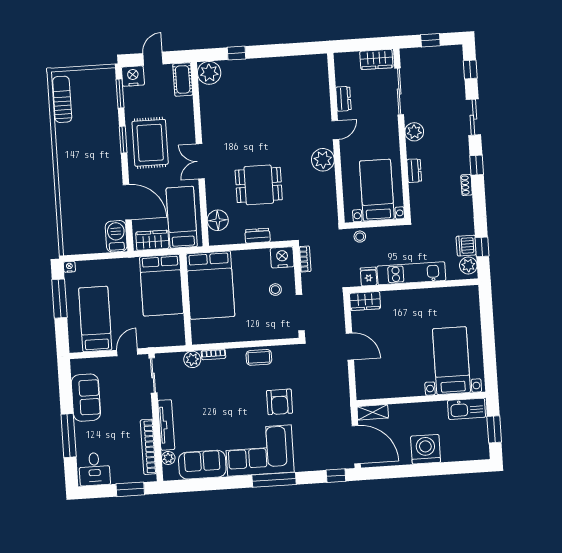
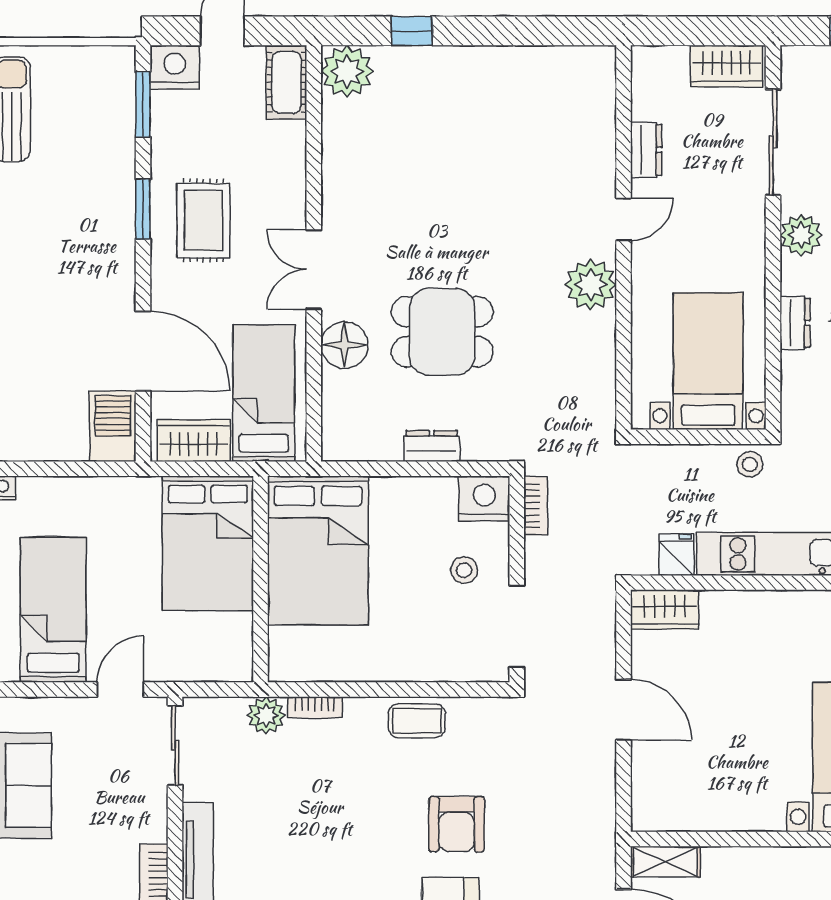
rug: (150, 143) -> (203, 220), width x0.73, depth x0.70
floor lamp: (218, 220) -> (344, 345), moved
stool: (360, 237) -> (750, 464), moved

